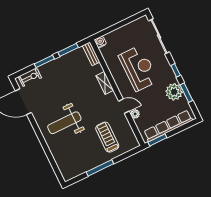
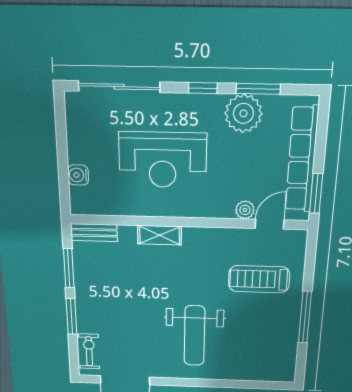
water cooler: (100, 42) -> (78, 175), moved
reception desk: (138, 68) -> (163, 160), turned 180
door: (124, 106) -> (270, 224), moved

